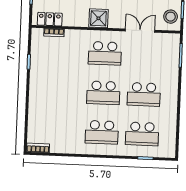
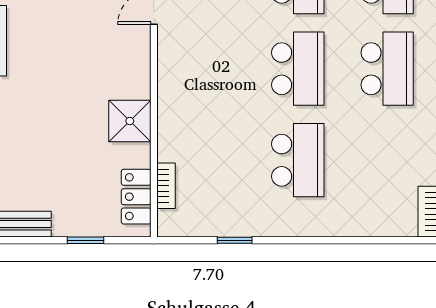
shower: (98, 18) -> (130, 121), moved
school desk: (105, 53) -> (298, 160), moved

